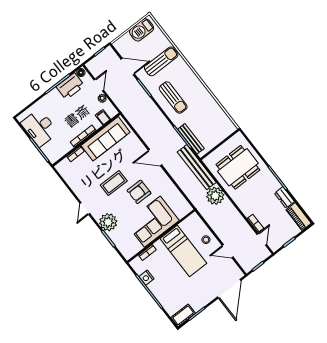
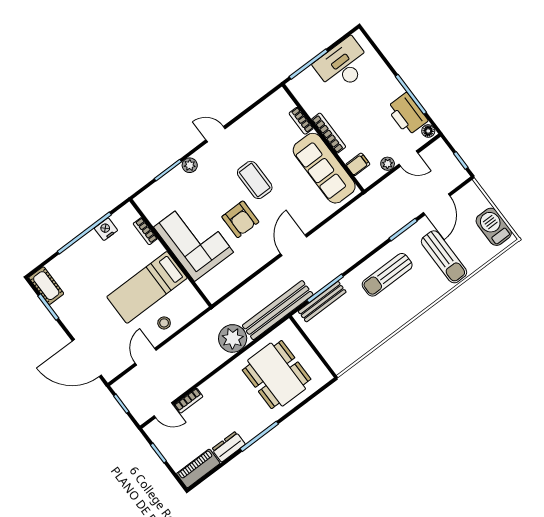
armchair: (139, 192) -> (240, 219), turned 180
plant: (108, 222) -> (190, 165), width x0.53, depth x0.53

